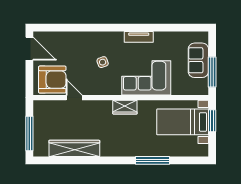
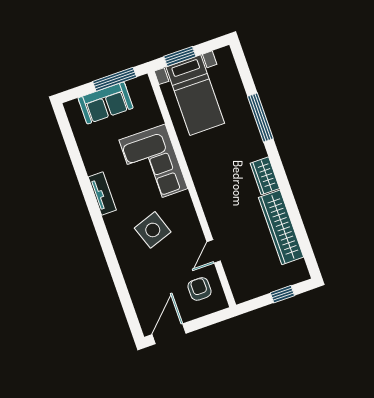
side table: (103, 62) -> (153, 230), width x1.87, depth x1.87
armchair: (52, 80) -> (199, 289), width x0.53, depth x0.53
wardrobe: (125, 107) -> (265, 176), moved, turned 180
window: (29, 134) -> (282, 294), width x0.46

